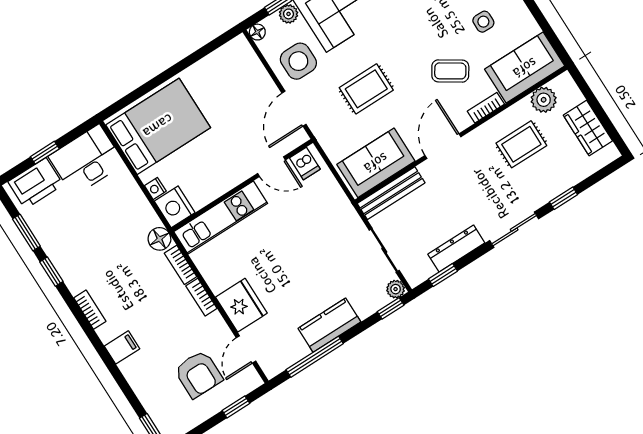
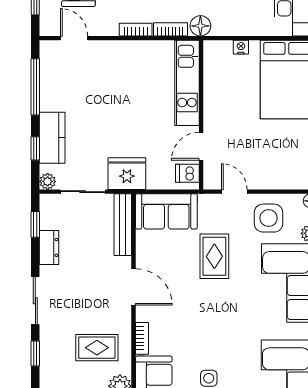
coffee table: (450, 71) -> (187, 329), removed
door: (294, 109) -> (234, 192), width x0.73
rug: (521, 144) -> (97, 348), turned 90
sofa: (376, 163) -> (166, 211), moved, turned 90
nightstand: (175, 207) -> (217, 53), removed
dresser: (456, 249) -> (49, 247), width x0.70
fridge: (241, 305) -> (127, 174), moved, turned 180
window: (391, 308) -> (35, 148), moved
kitchen counter: (329, 325) -> (52, 138), moved

